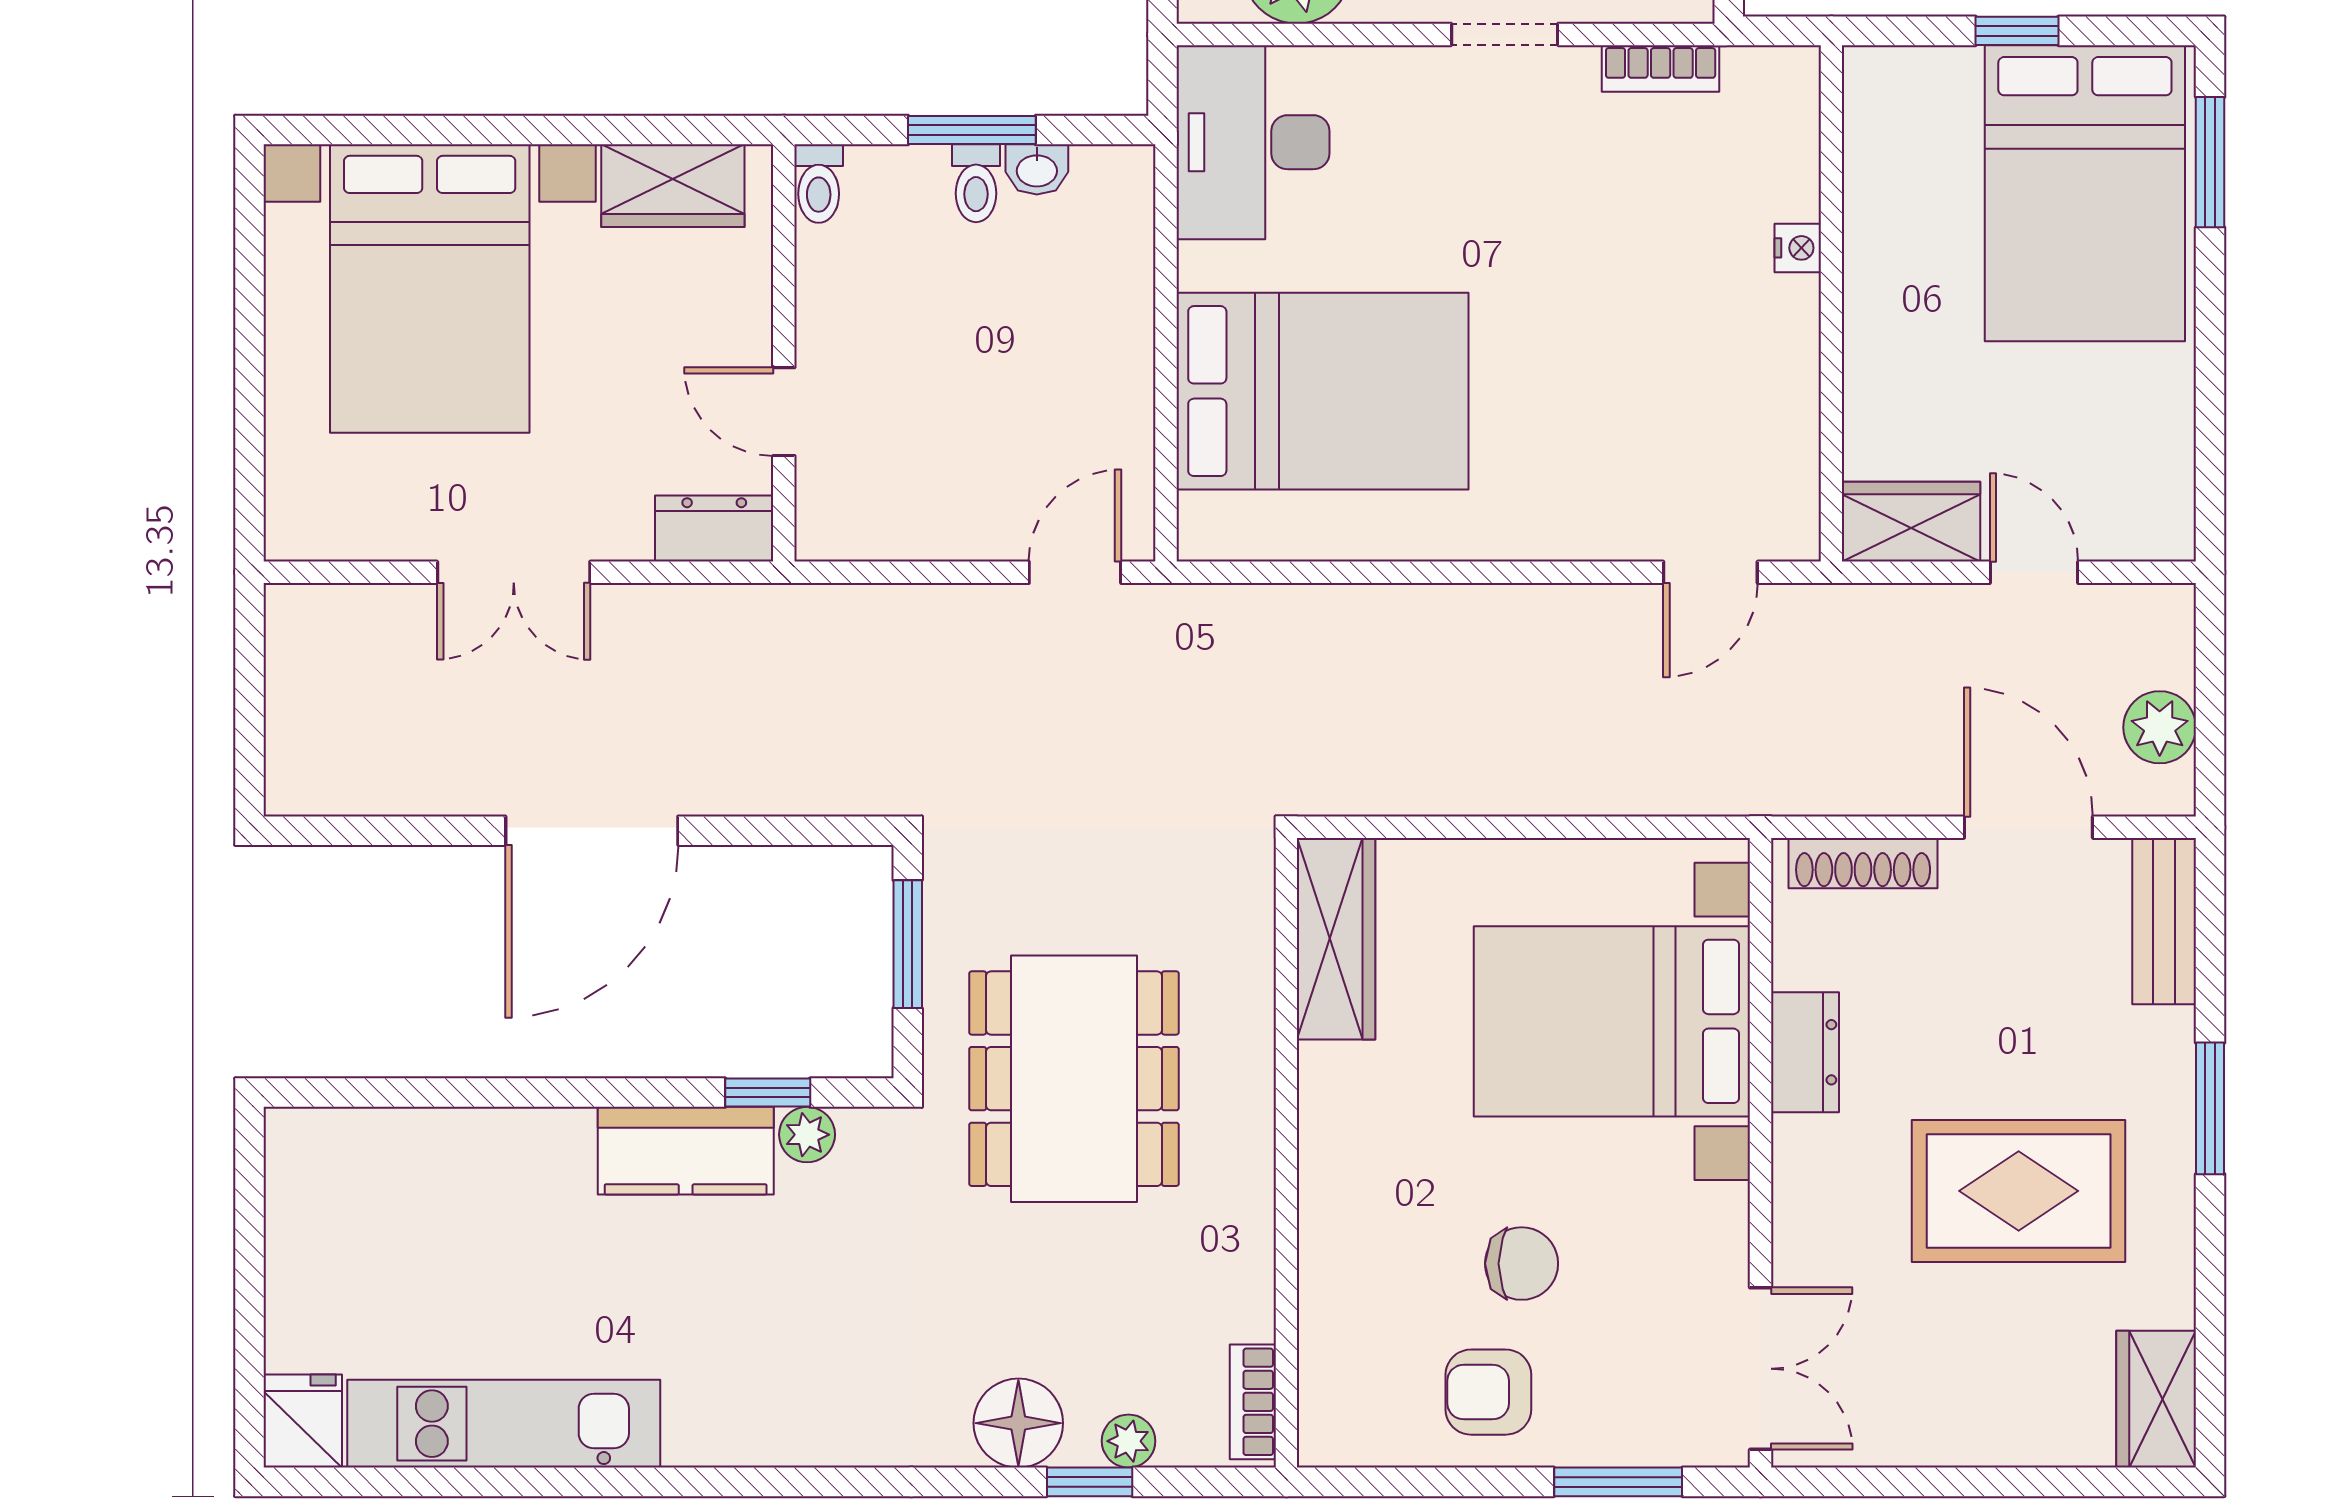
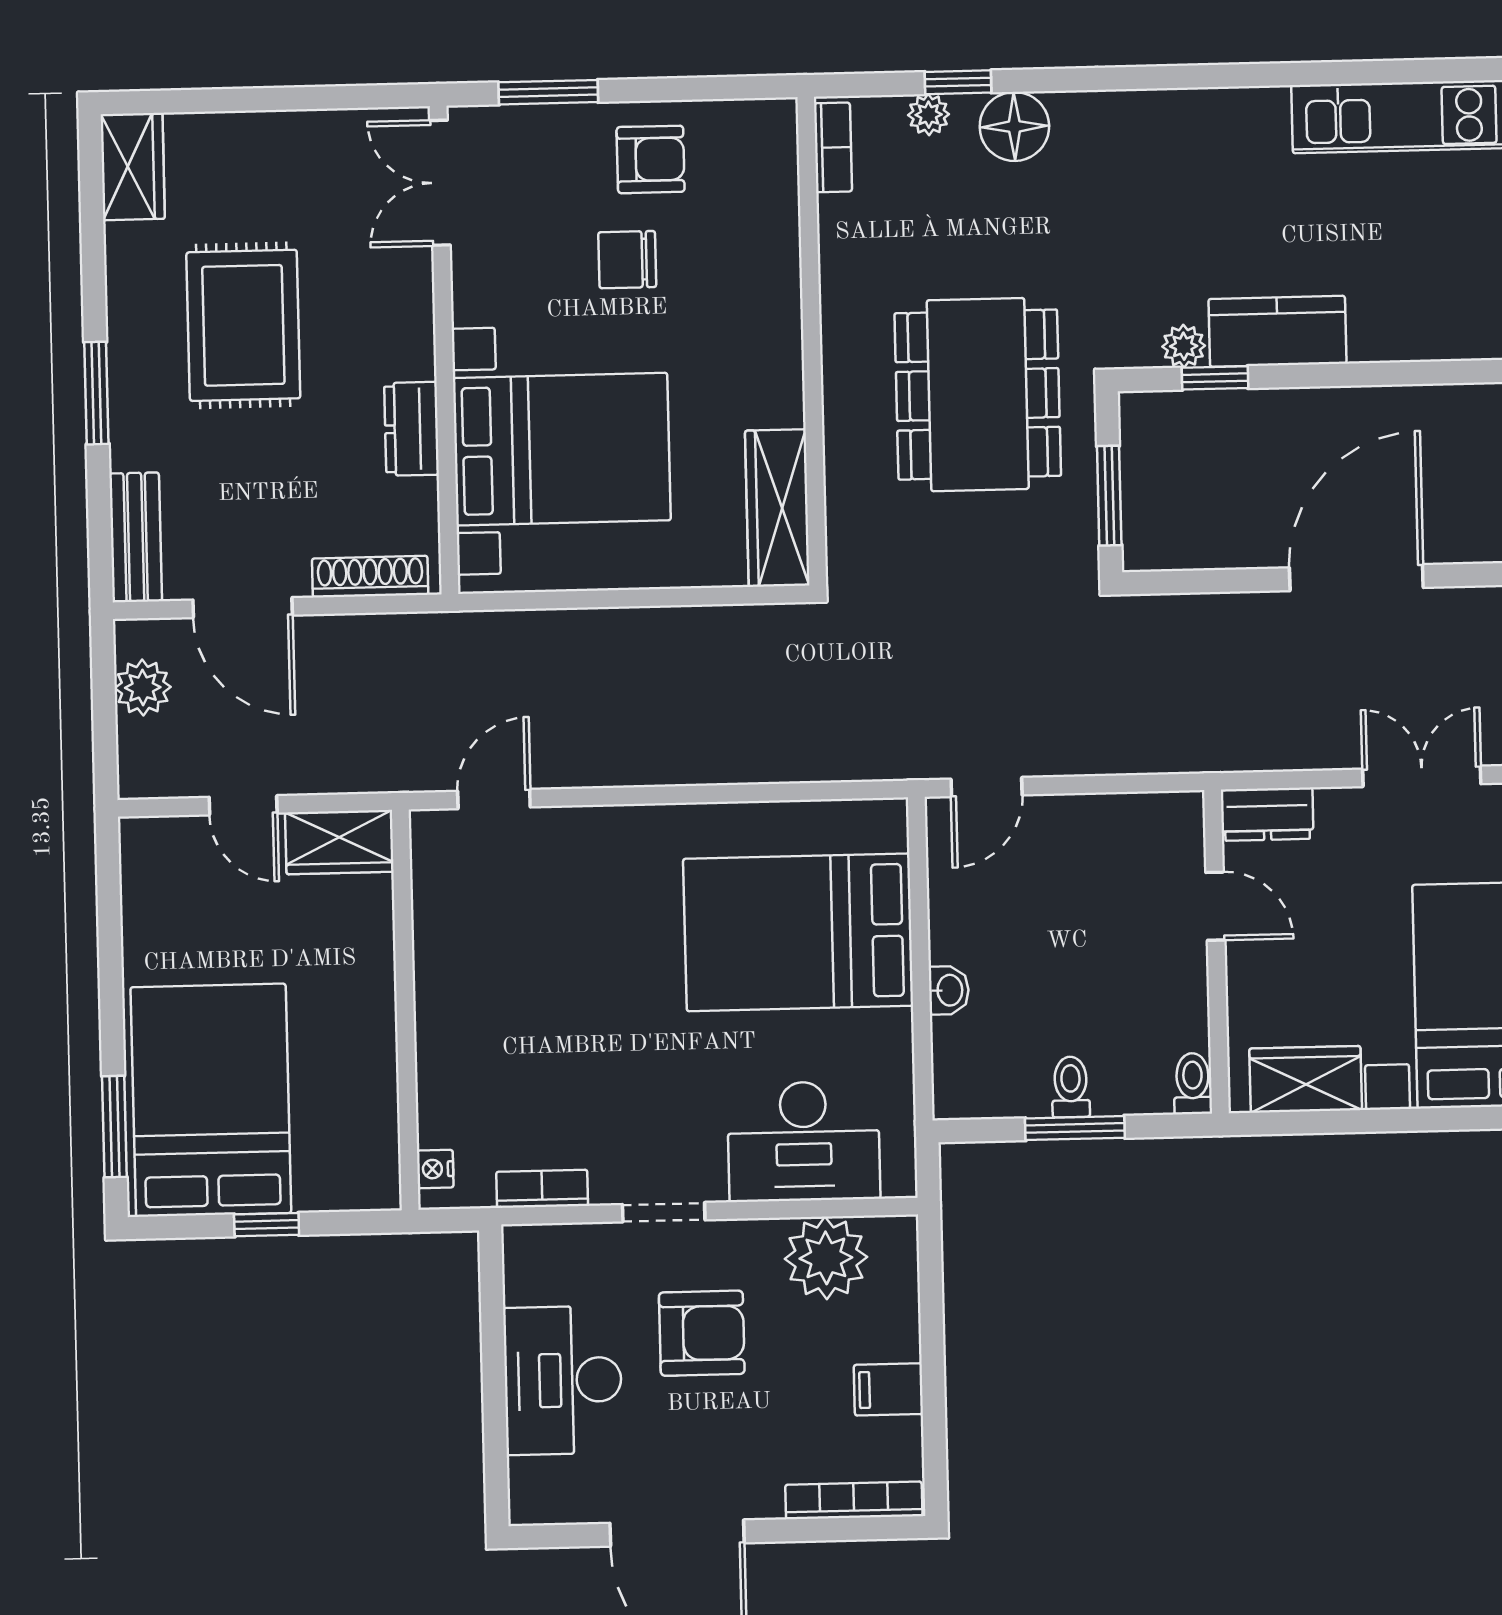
desk: (1253, 142) -> (804, 1141), moved, turned 90
washbasin: (1037, 169) -> (949, 990), moved, turned 90
nightstand: (1798, 248) -> (435, 1169), moved
rug: (2019, 1191) -> (243, 325), turned 90

